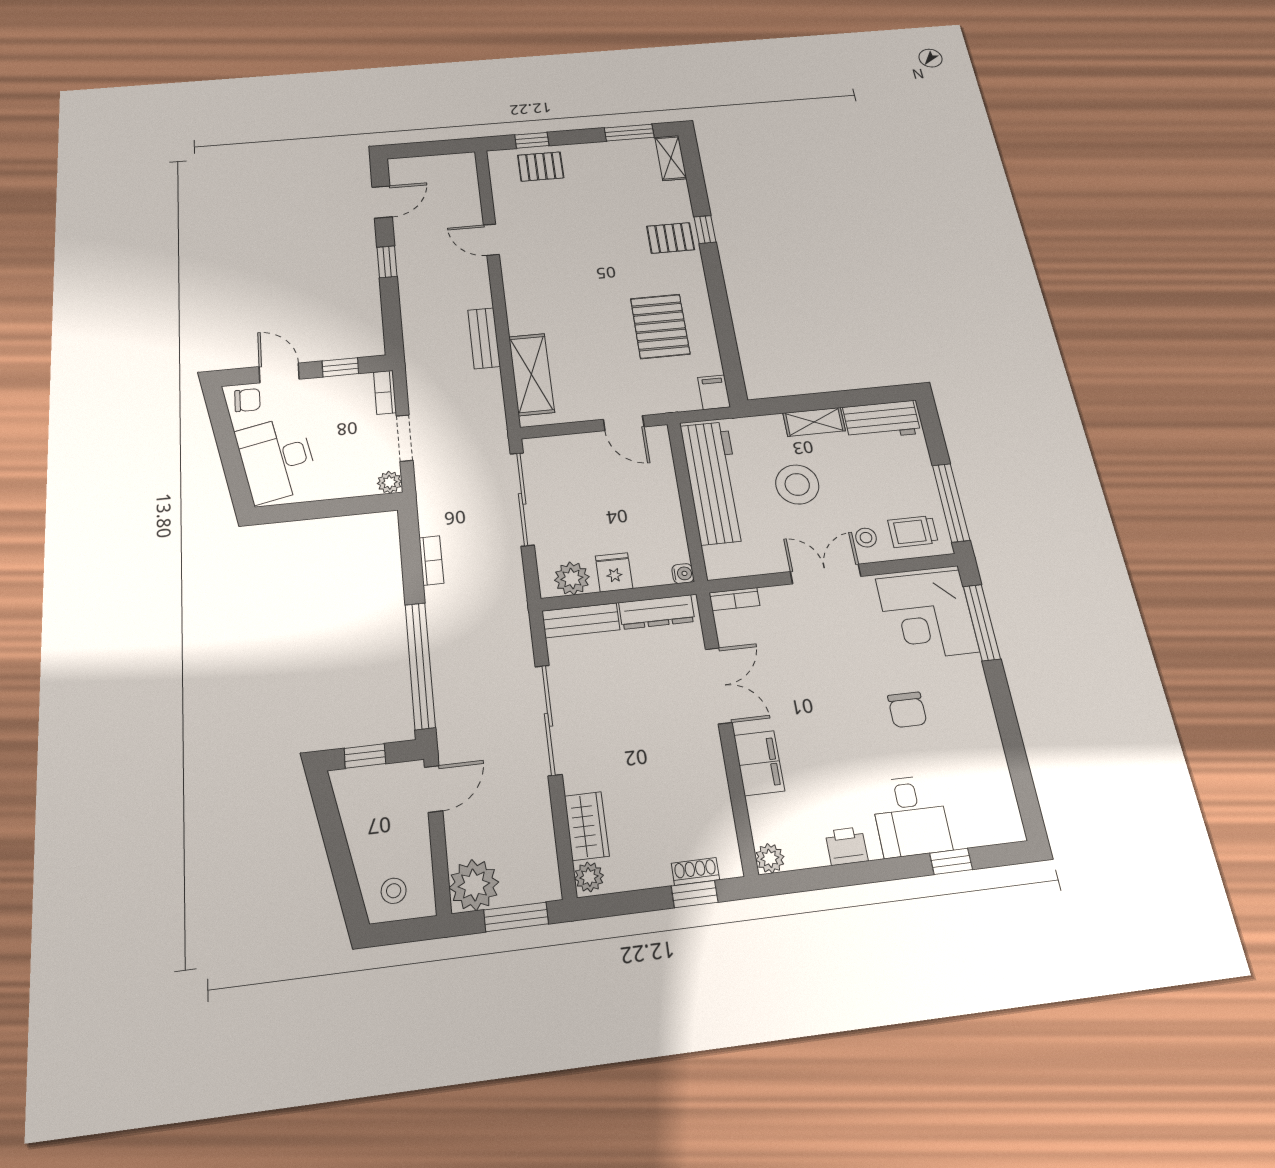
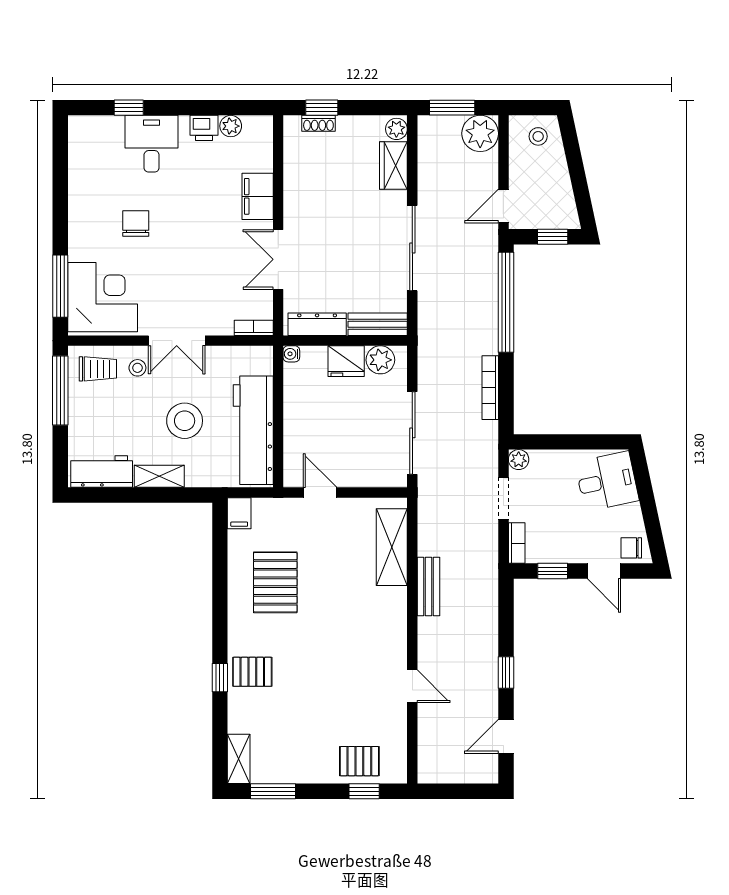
desk: (277, 459) -> (607, 481), width x0.73
bookcase: (431, 560) -> (490, 388), width x1.56
fridge: (614, 572) -> (346, 361), width x1.38
plant: (770, 858) -> (231, 126), moved

